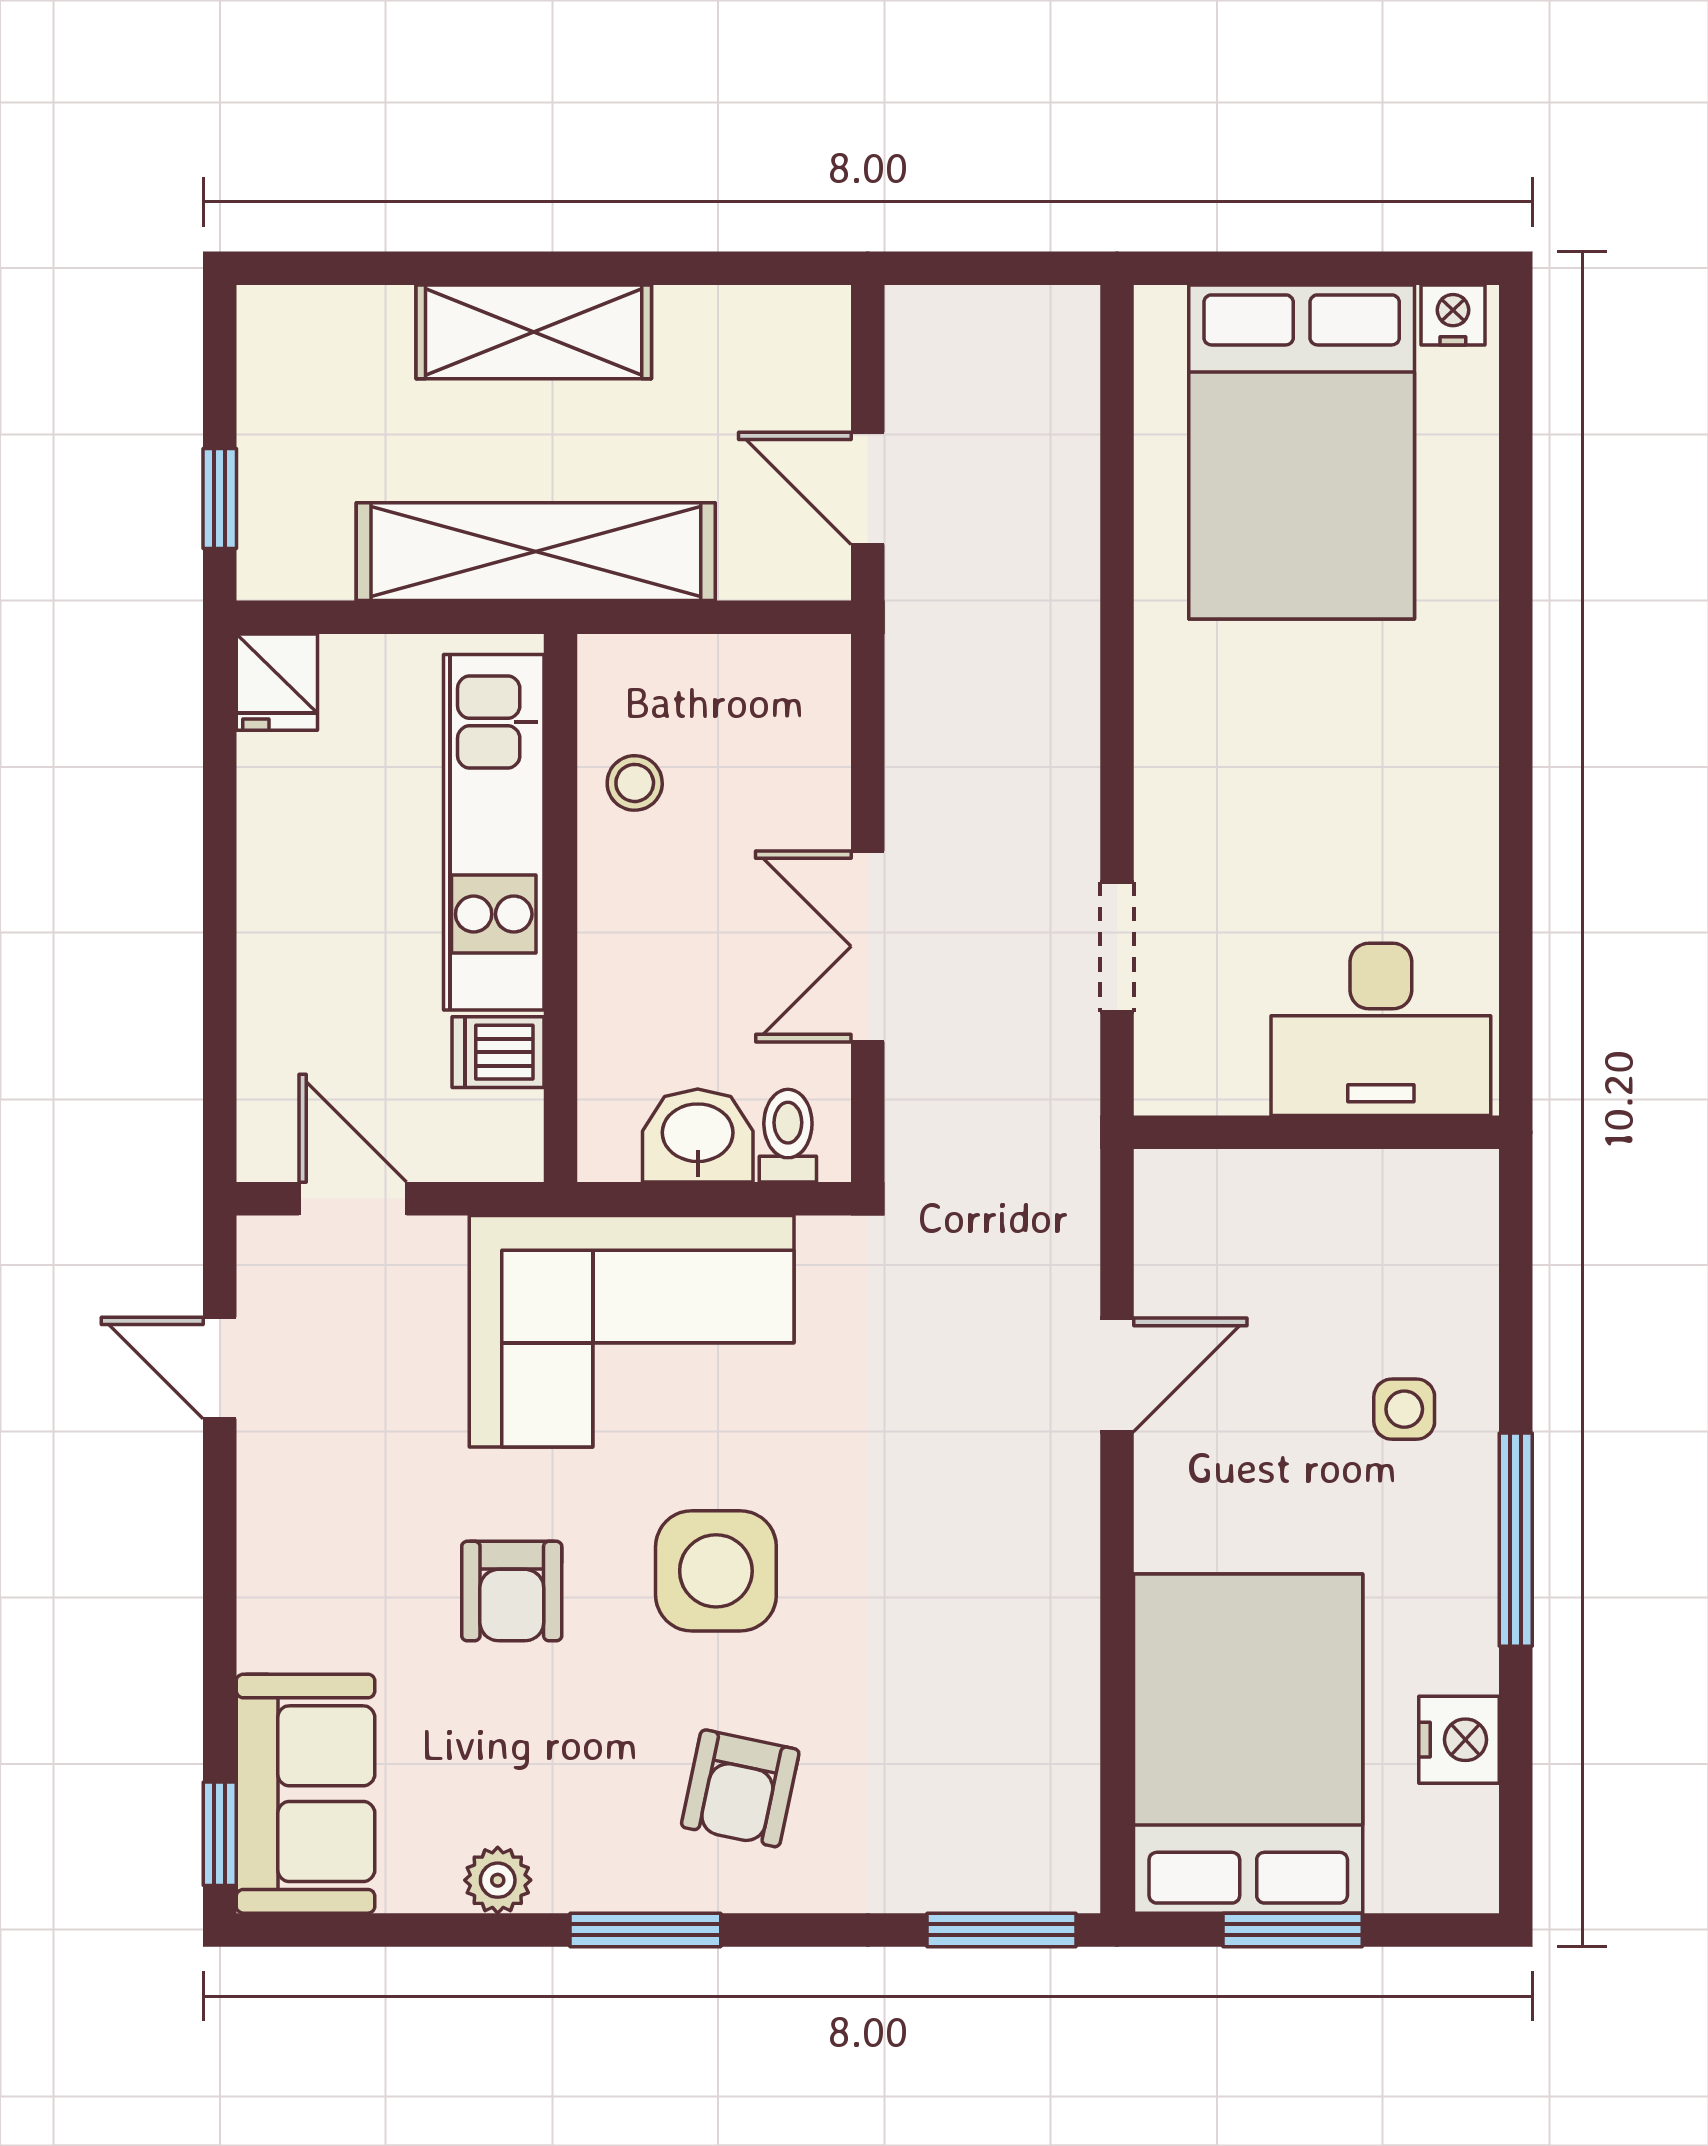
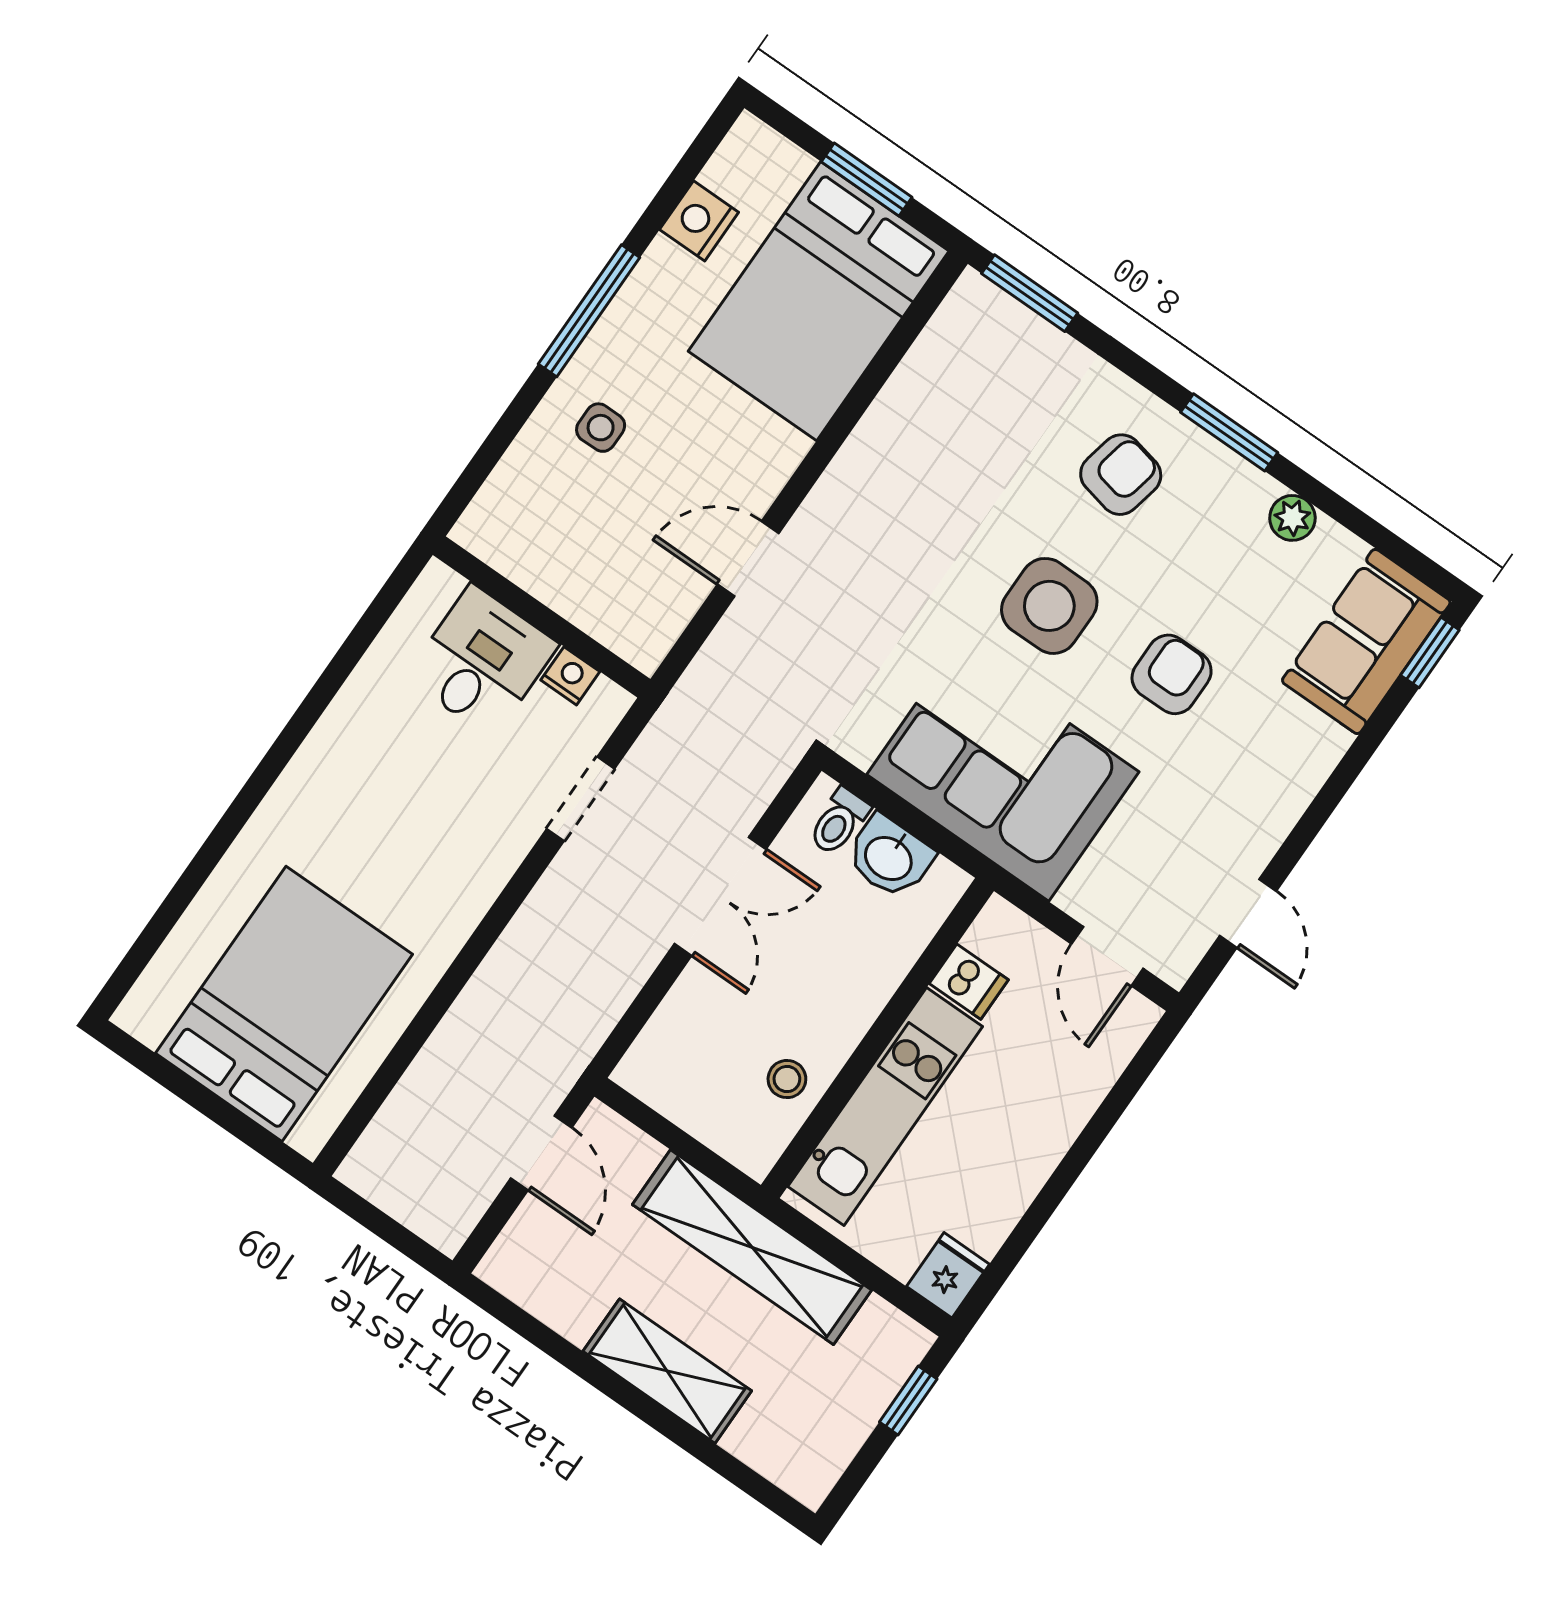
nightstand: (1453, 315) -> (570, 676), moved, turned 180
desk: (1381, 1029) -> (482, 661), width x0.73

